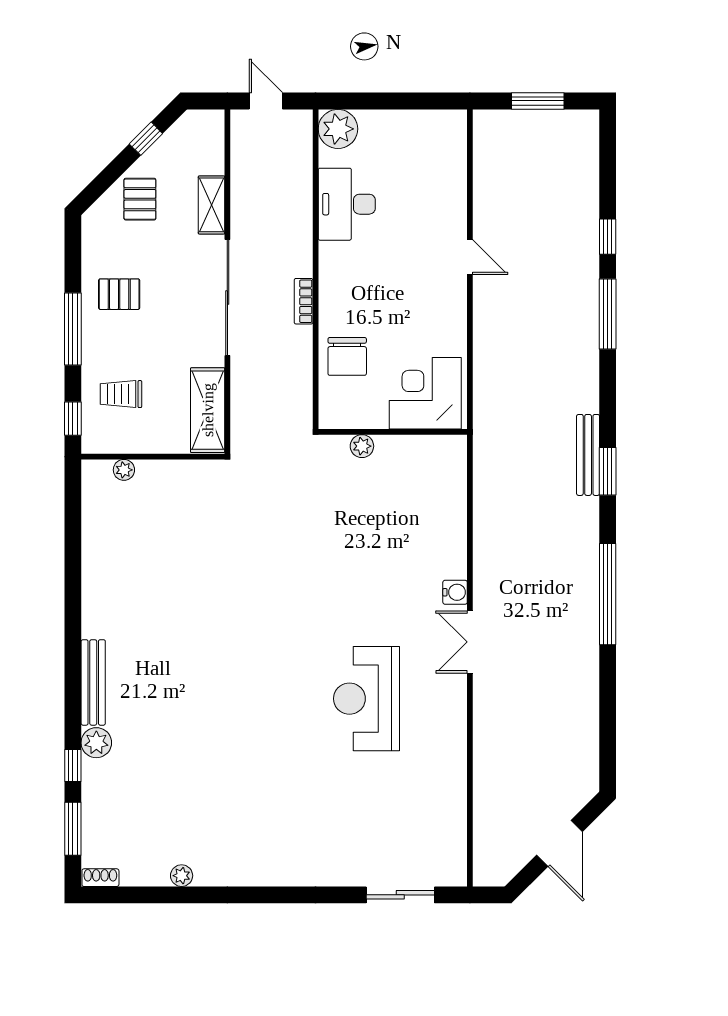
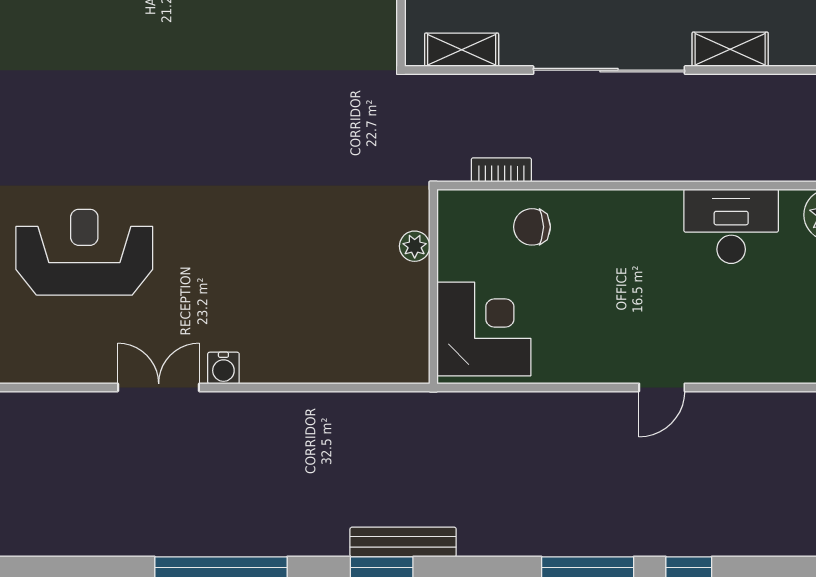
bookcase: (304, 301) -> (501, 170), moved
chair: (347, 356) -> (532, 227), width x0.73, depth x0.73
shelving: (208, 410) -> (462, 50), width x0.67, depth x0.75

